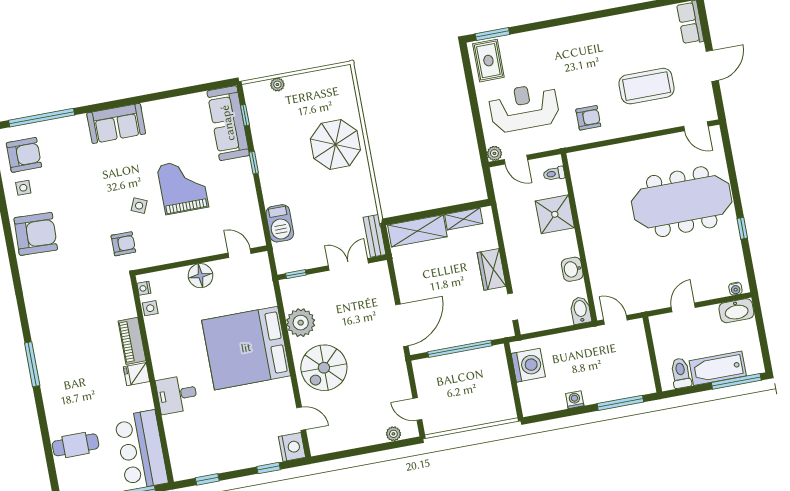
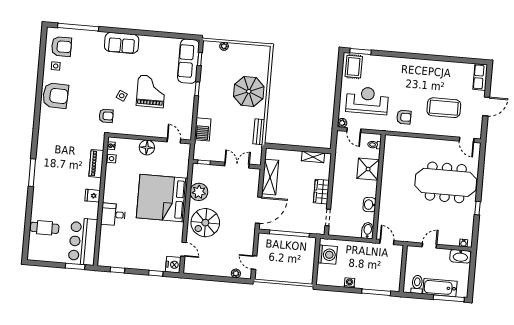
shelving: (417, 231) -> (270, 177), moved, turned 90
bench: (375, 236) -> (259, 132), moved
piano: (132, 341) -> (96, 164), moved

